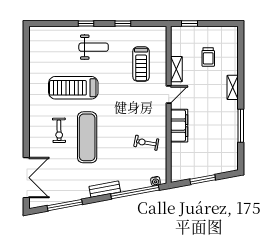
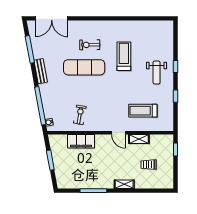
treadmill: (73, 88) -> (124, 56), width x0.73, depth x0.73
filing cabinet: (179, 126) -> (81, 141), moved
bench: (105, 189) -> (41, 71), moved

